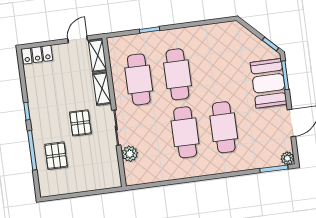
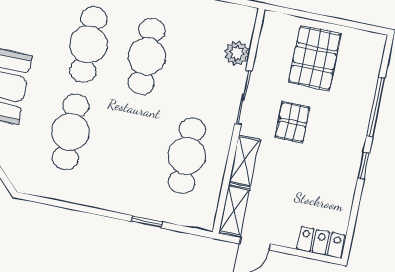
cafe table: (177, 74) -> (71, 132), moved
pallet: (56, 156) -> (315, 58), moved, width x1.50, depth x1.42

